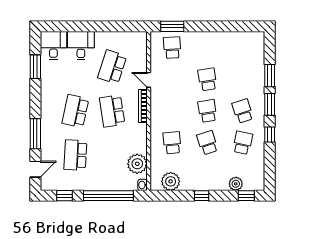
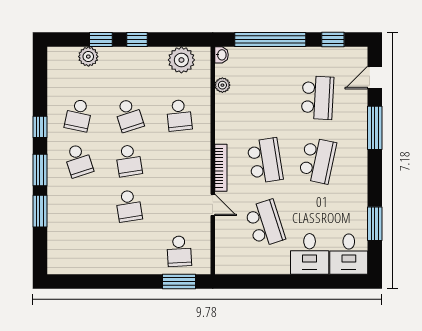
school desk: (112, 67) -> (265, 223), turned -36
plant: (137, 164) -> (222, 85), width x0.53, depth x0.53
window: (246, 196) -> (101, 40), moved

